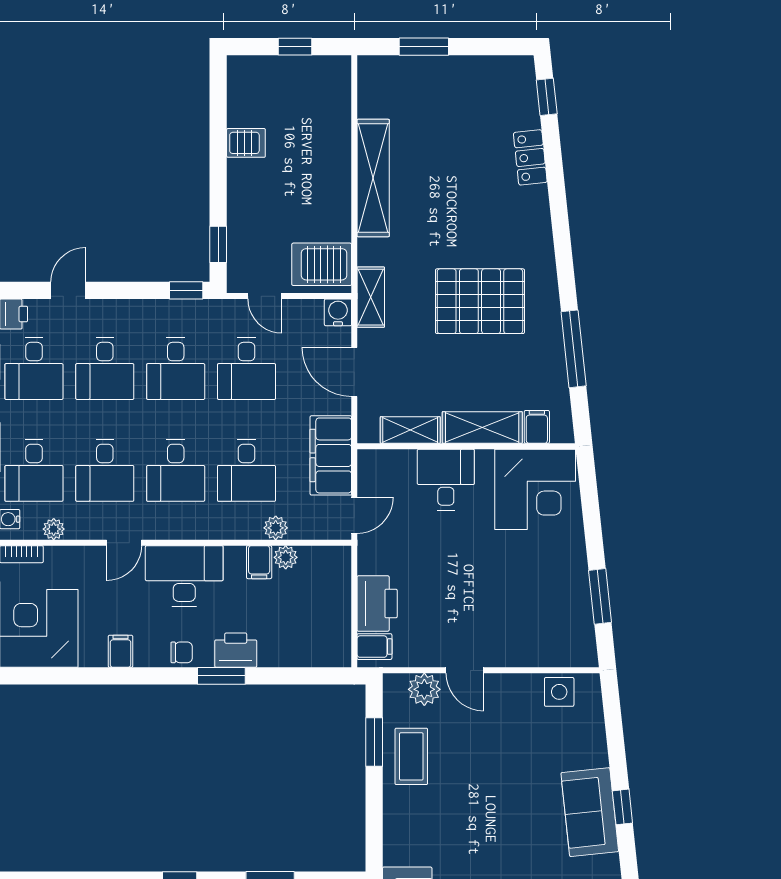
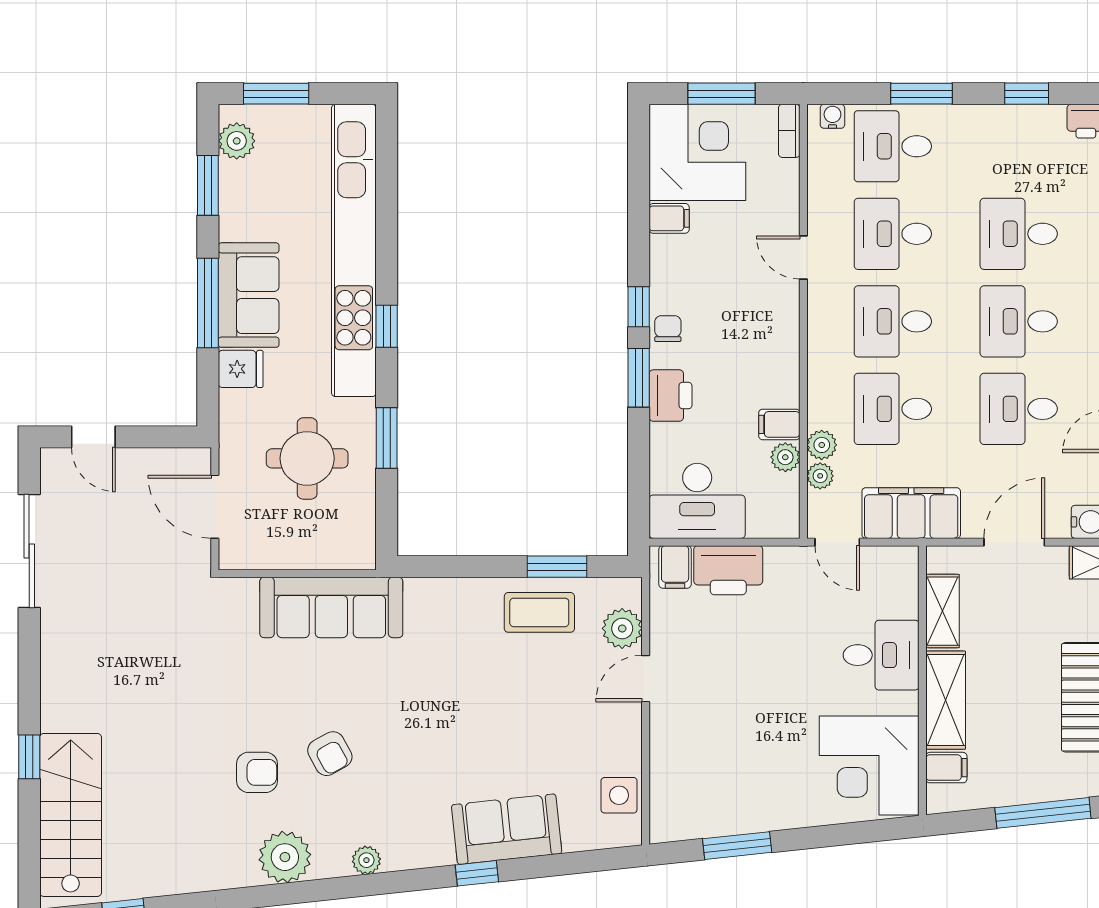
desk: (34, 368) -> (1019, 146), removed
plant: (54, 529) -> (820, 476), moved
desk: (184, 576) -> (697, 501), moved, turned 90
filing cabinet: (120, 651) -> (669, 218), moved
chair: (182, 652) -> (668, 329), turned 180
window: (164, 676) -> (639, 307), added
sofa: (590, 812) -> (507, 829), moved

